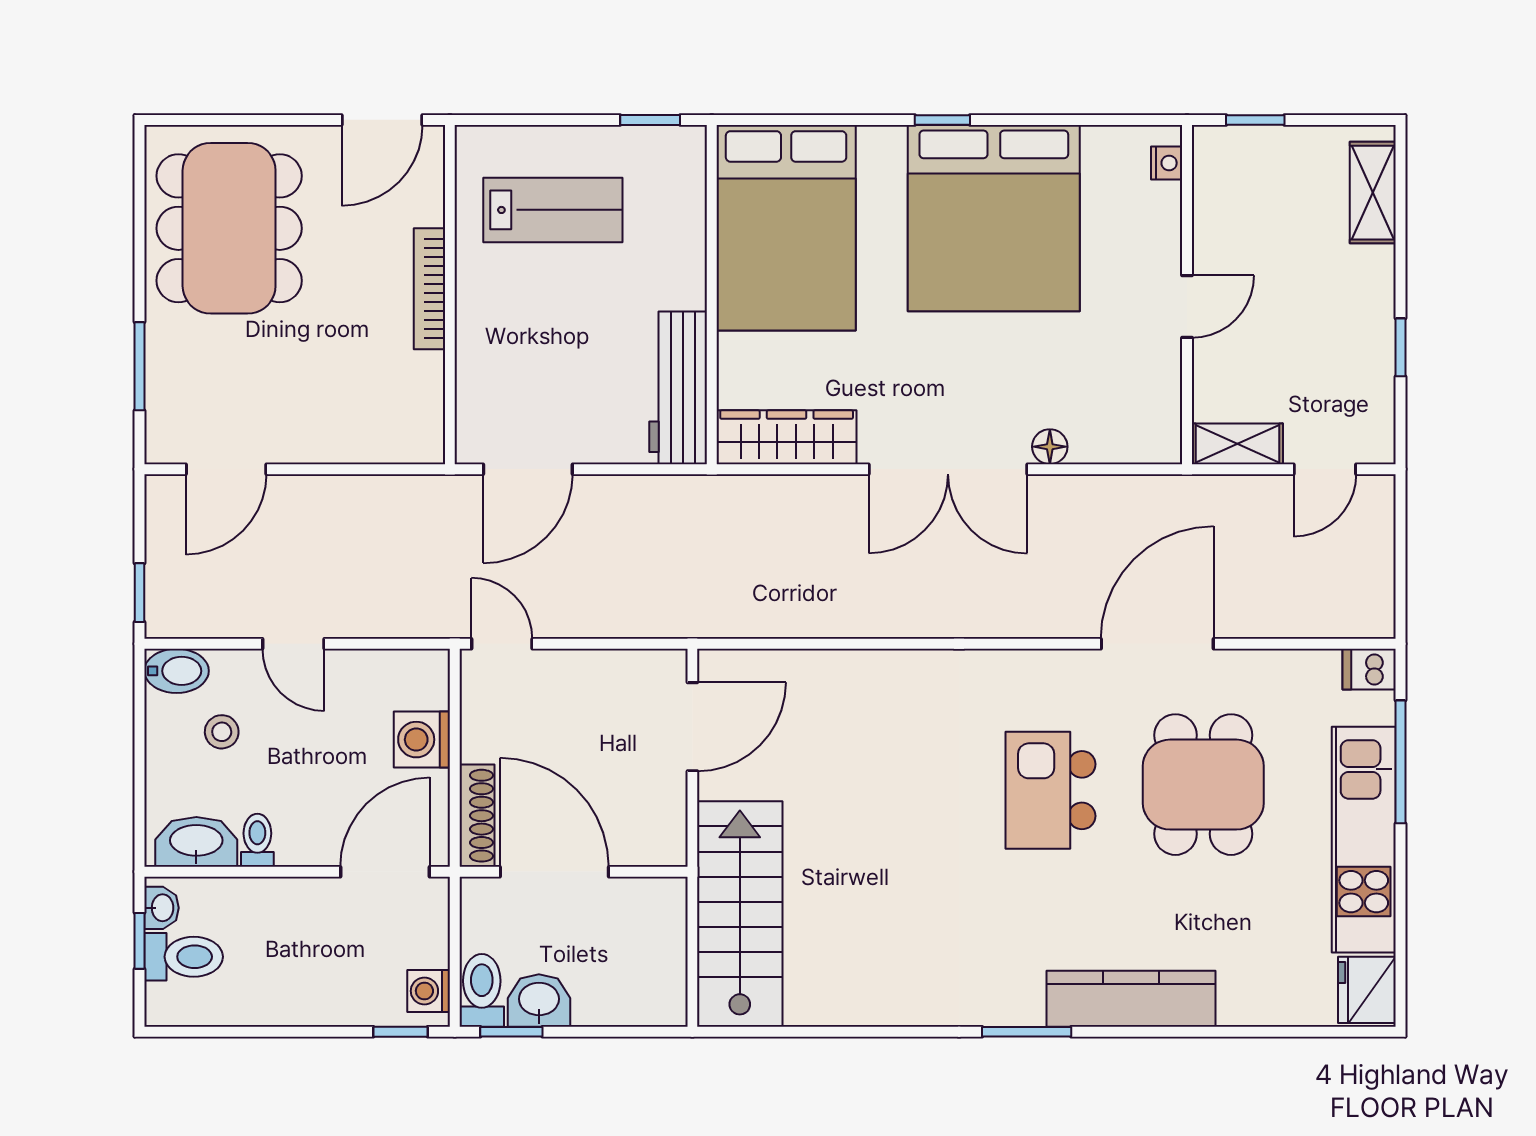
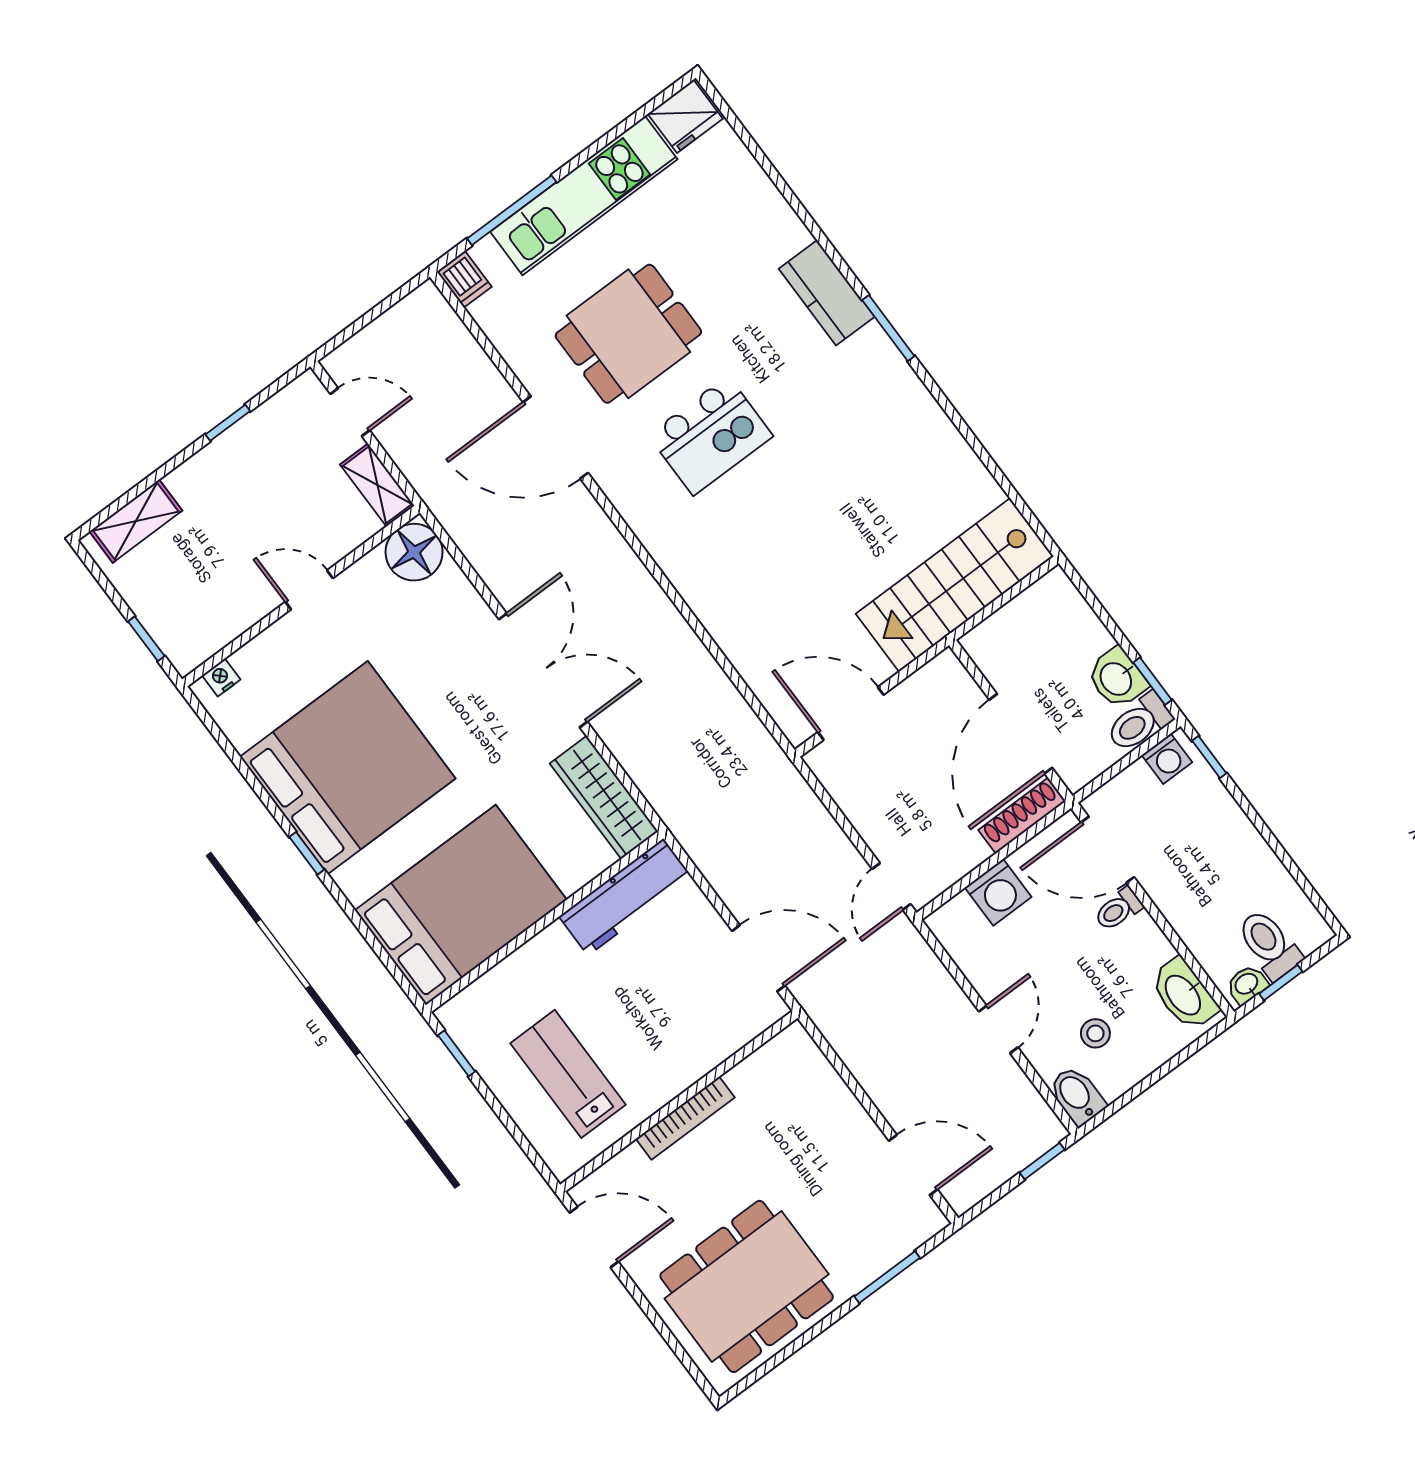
floor lamp: (1050, 447) -> (414, 552), moved, width x1.89, depth x1.89
toilet: (257, 840) -> (1118, 909), moved
kitchen counter: (1131, 999) -> (827, 293), width x0.67

